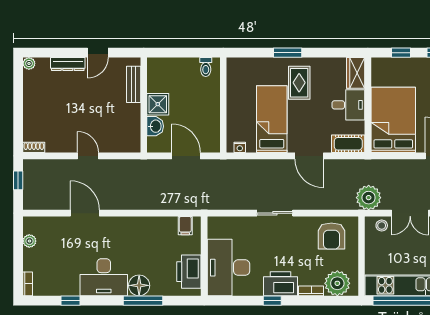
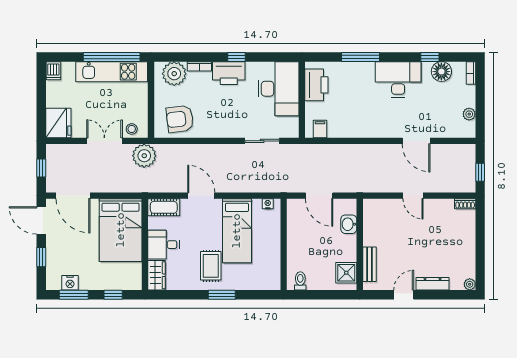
shower: (158, 104) -> (346, 273), moved
sliding door: (275, 213) -> (262, 141), moved
armchair: (331, 236) -> (180, 119), turned -97
floor lamp: (139, 285) -> (441, 72), moved

